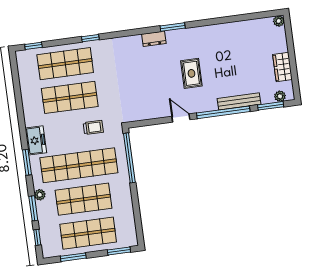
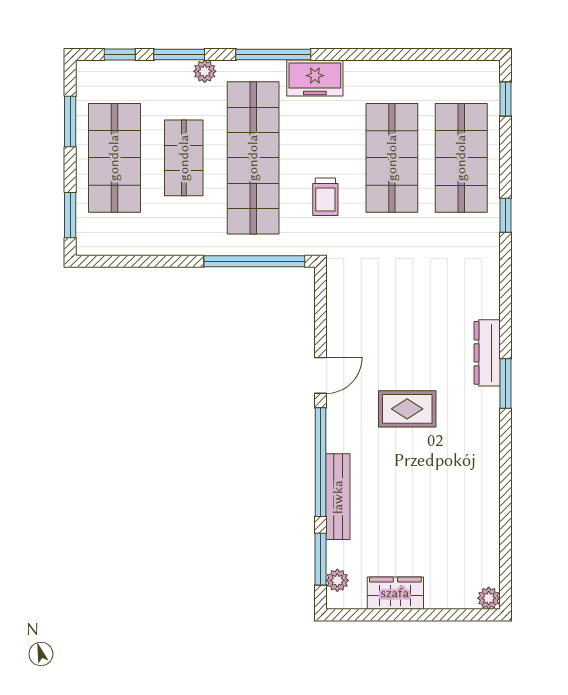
dresser: (154, 39) -> (487, 353), width x1.44
window: (27, 162) -> (273, 54), width x1.44
shop shelf: (84, 199) -> (184, 158), width x0.70, depth x0.74

